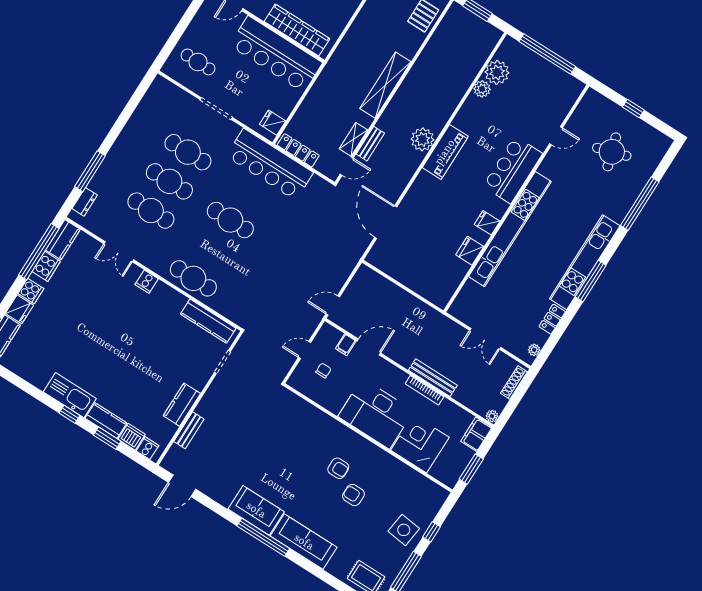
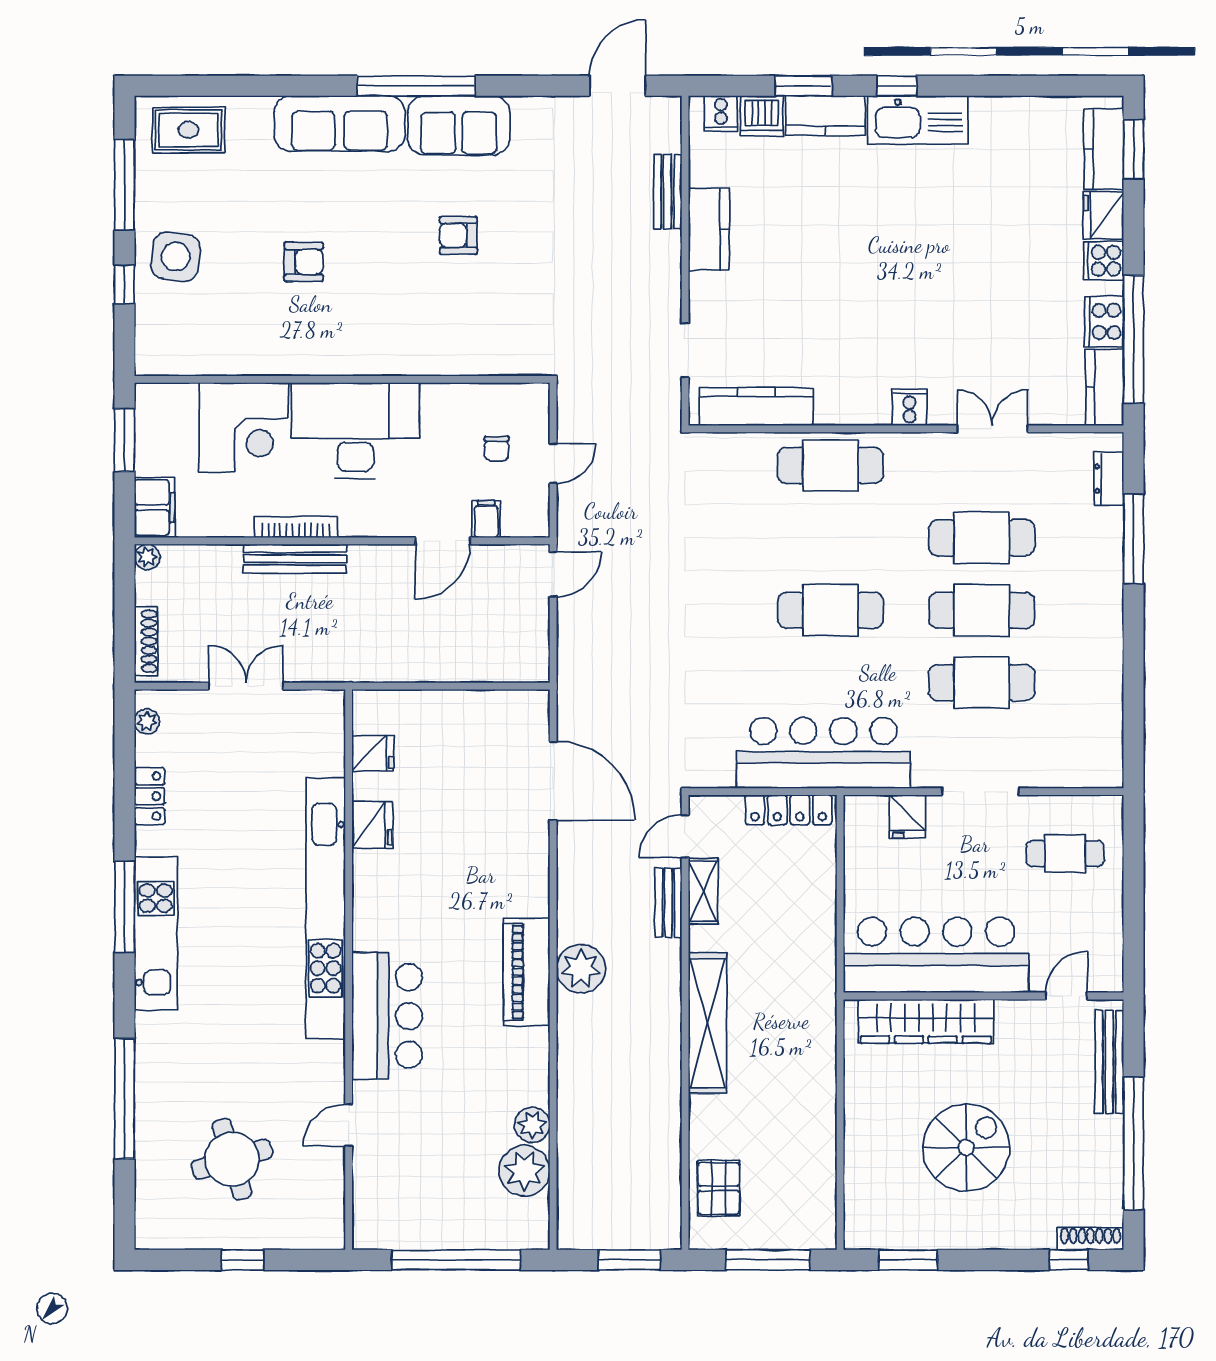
fridge: (273, 123) -> (908, 816), moved, turned 90
fridge: (487, 223) -> (373, 753), moved
kitchen unit: (585, 262) -> (156, 933), width x0.73
armchair: (338, 468) -> (458, 235), moved

